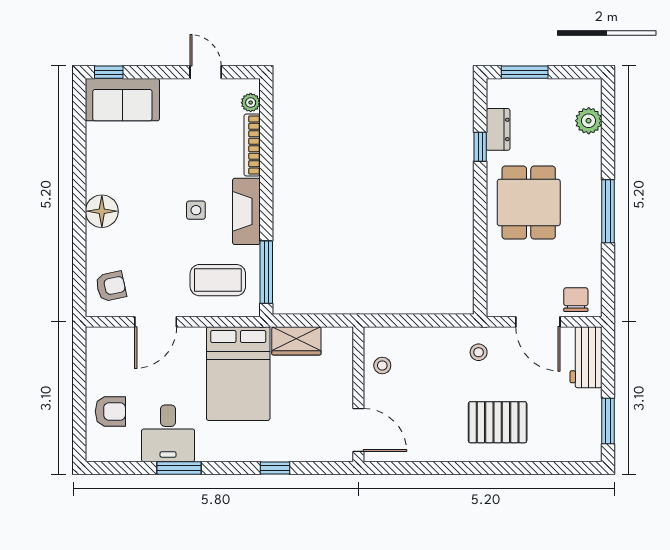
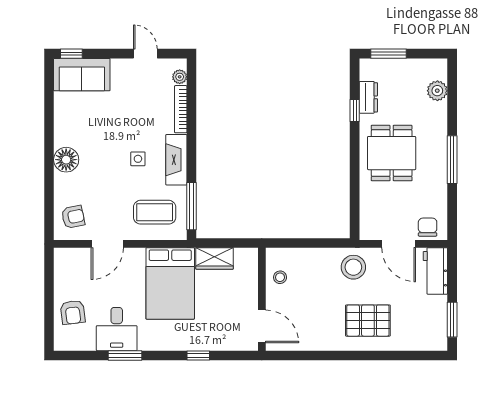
stool: (479, 352) -> (353, 267), width x1.89, depth x1.89
armchair: (110, 411) -> (73, 312), turned 83

